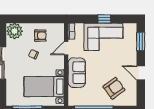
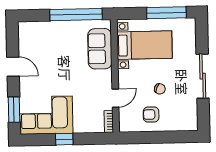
plant: (14, 31) -> (186, 120), removed
corner sofa: (103, 37) -> (46, 115), moved
sofa: (77, 73) -> (100, 49), moved
armchair: (114, 88) -> (49, 45), removed

